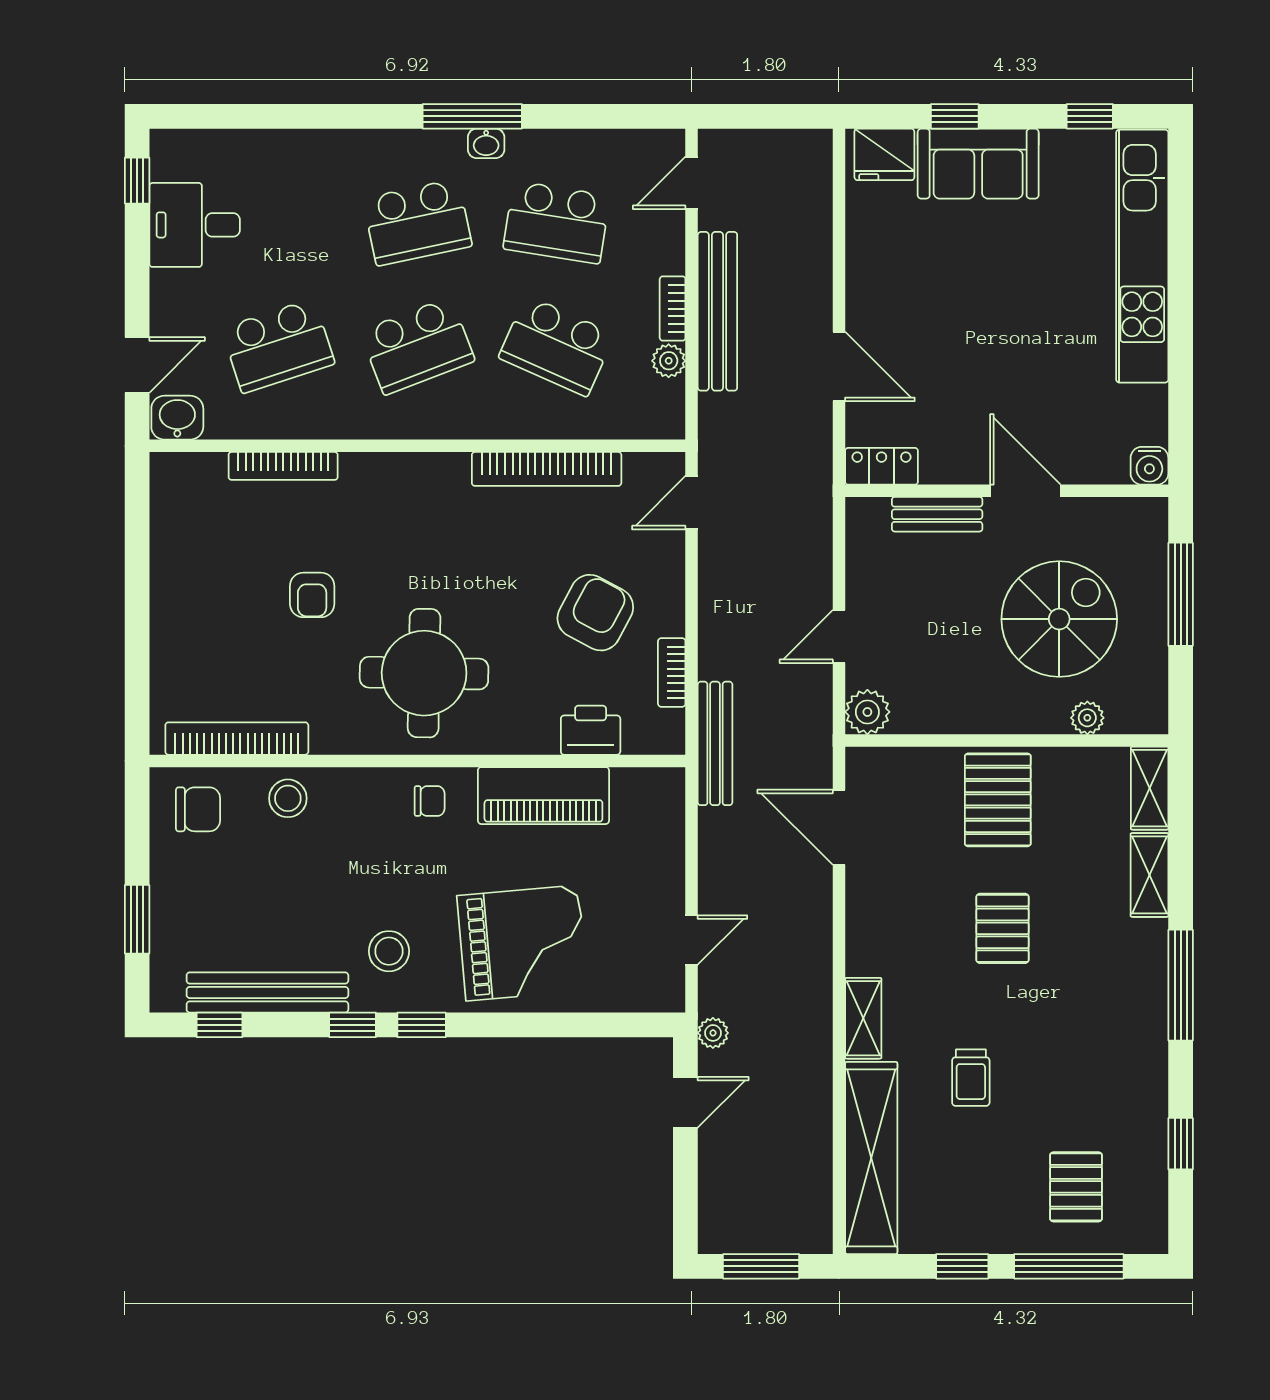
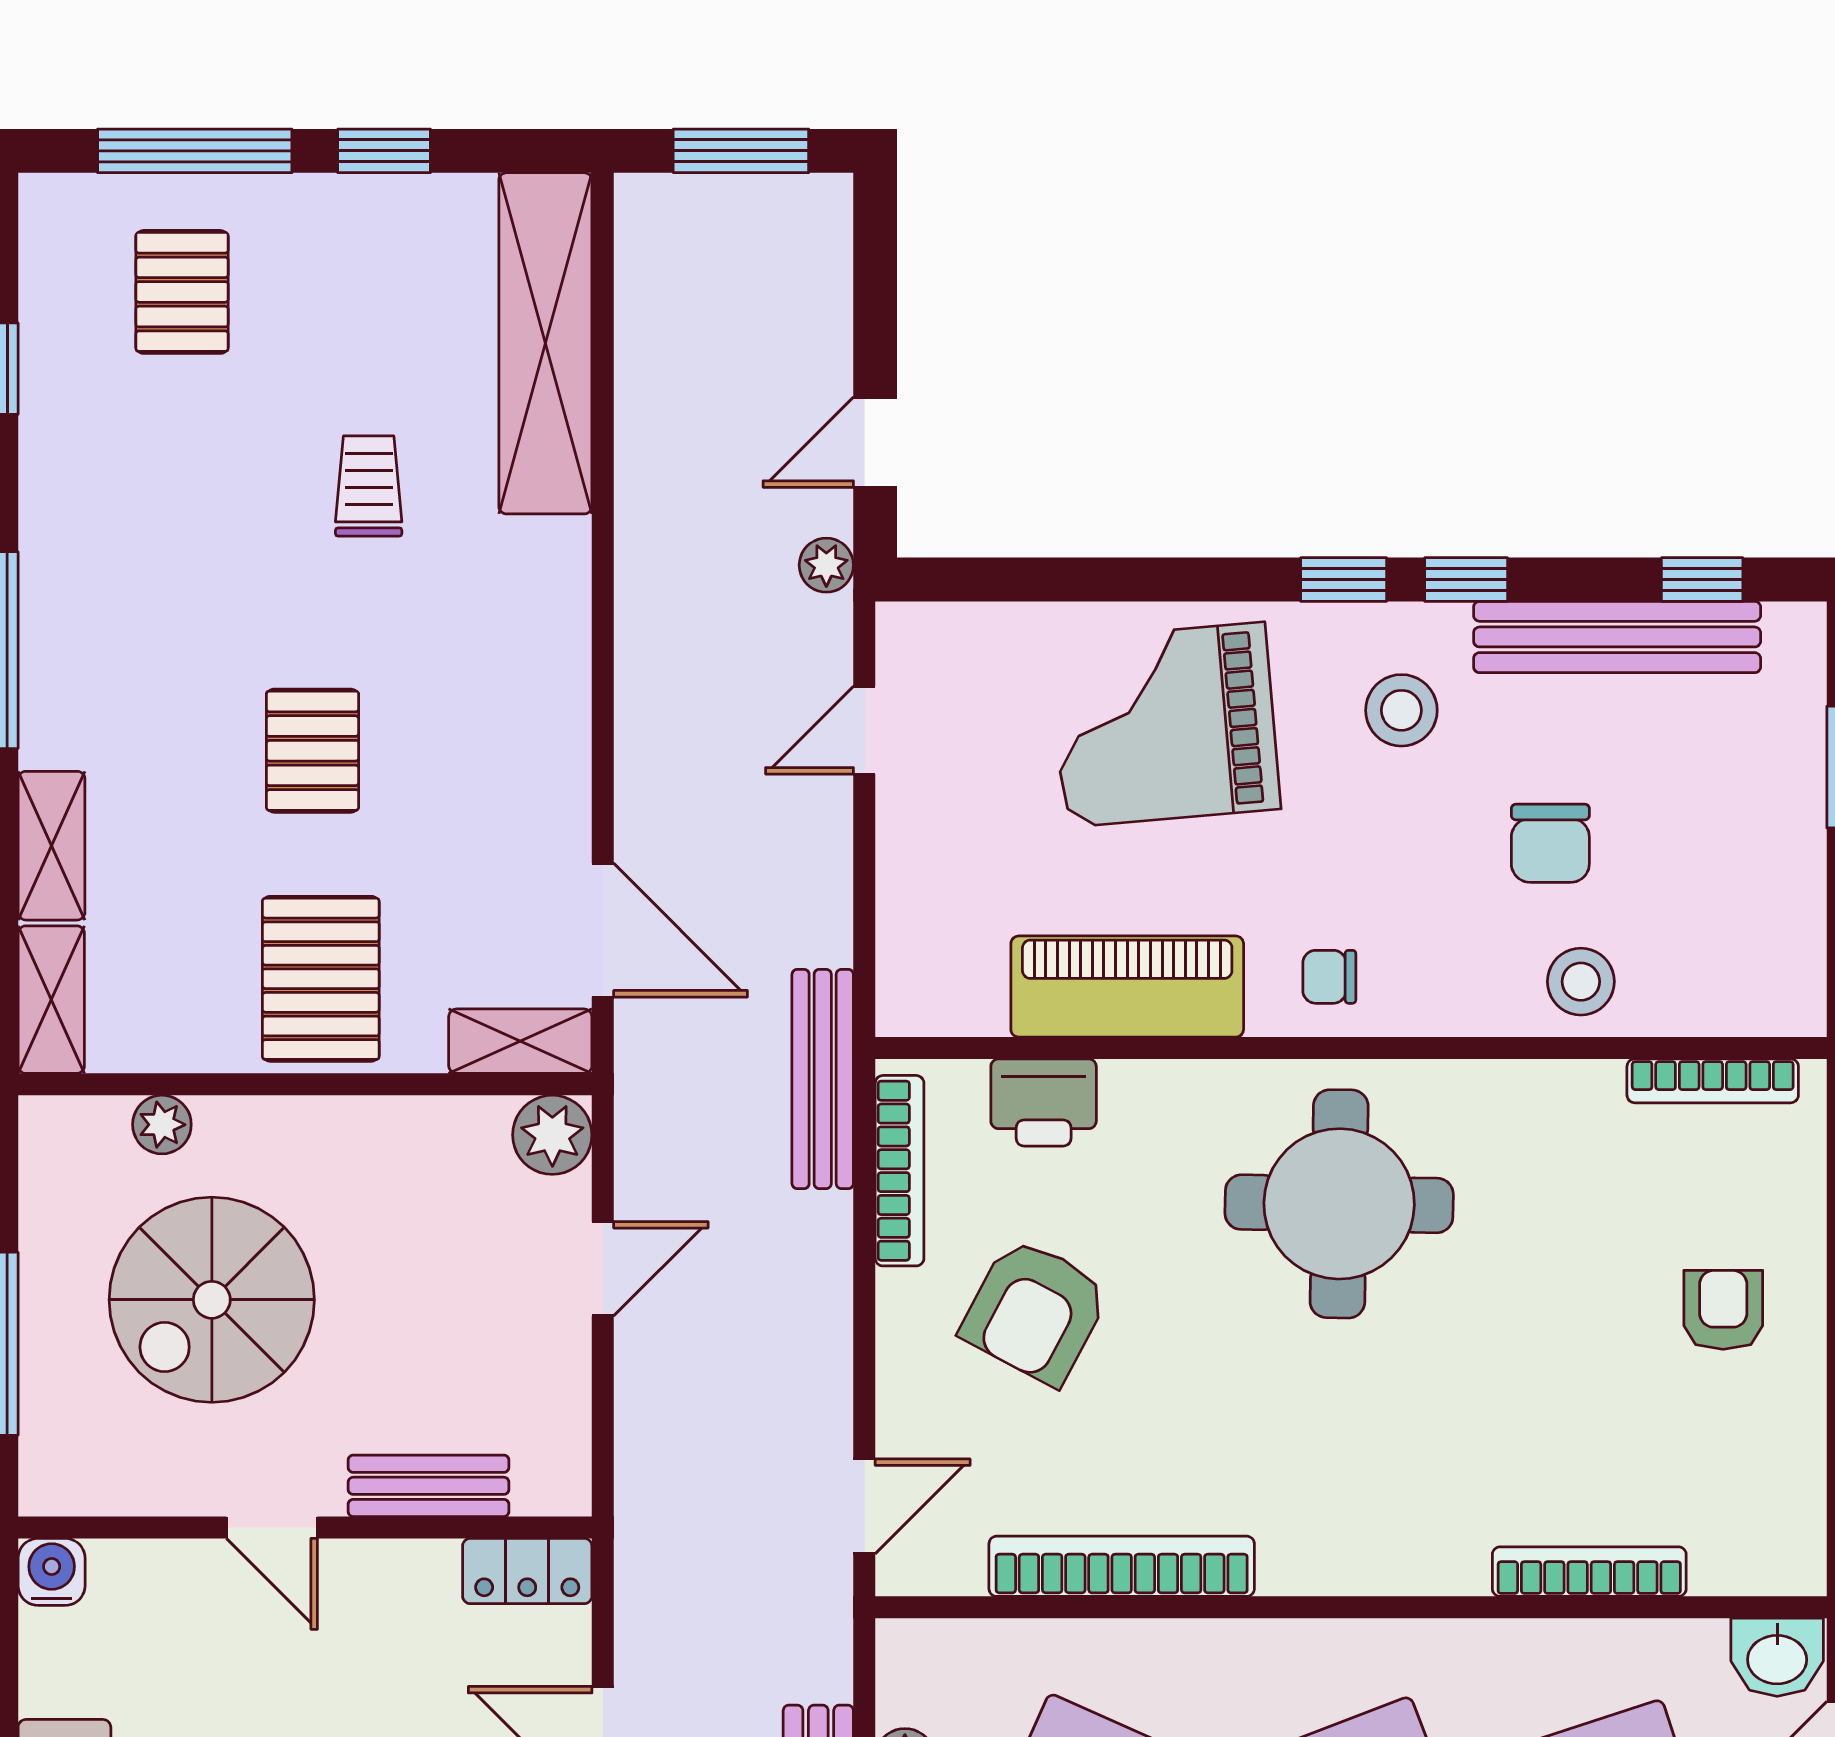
door: (1025, 491) -> (272, 1527), width x0.73
armchair: (312, 595) -> (1723, 1310), moved
bookcase: (672, 672) -> (900, 1171), width x1.56
bookcase: (237, 739) -> (1713, 1081), width x0.68, depth x0.76
chair: (198, 809) -> (1550, 843), moved, turned -90
shelving: (863, 1018) -> (520, 1041), moved, turned 90

